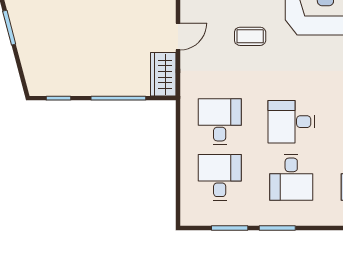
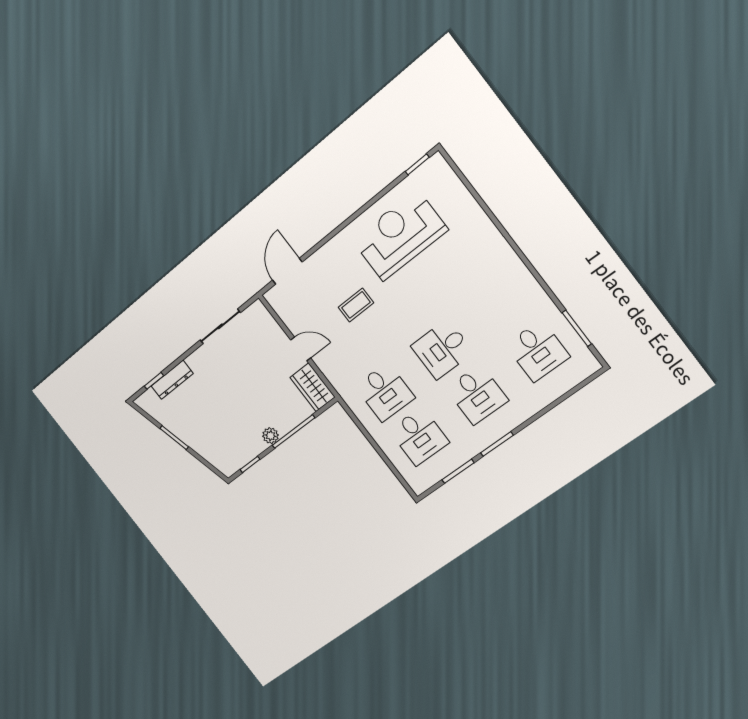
door: (178, 37) -> (301, 349), hinge flipped
plant: (96, 87) -> (271, 436), added
desk: (220, 122) -> (385, 392), turned 180
desk: (220, 177) -> (419, 436), turned 180

